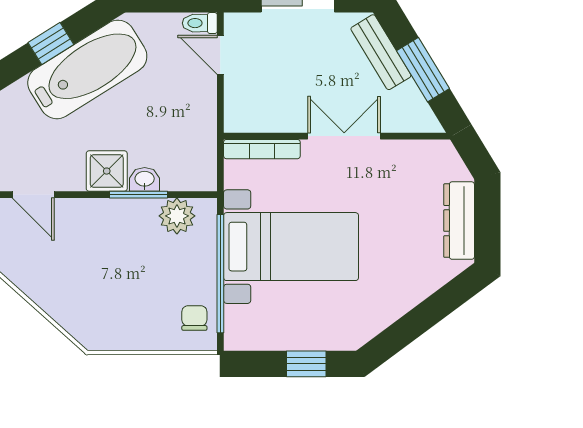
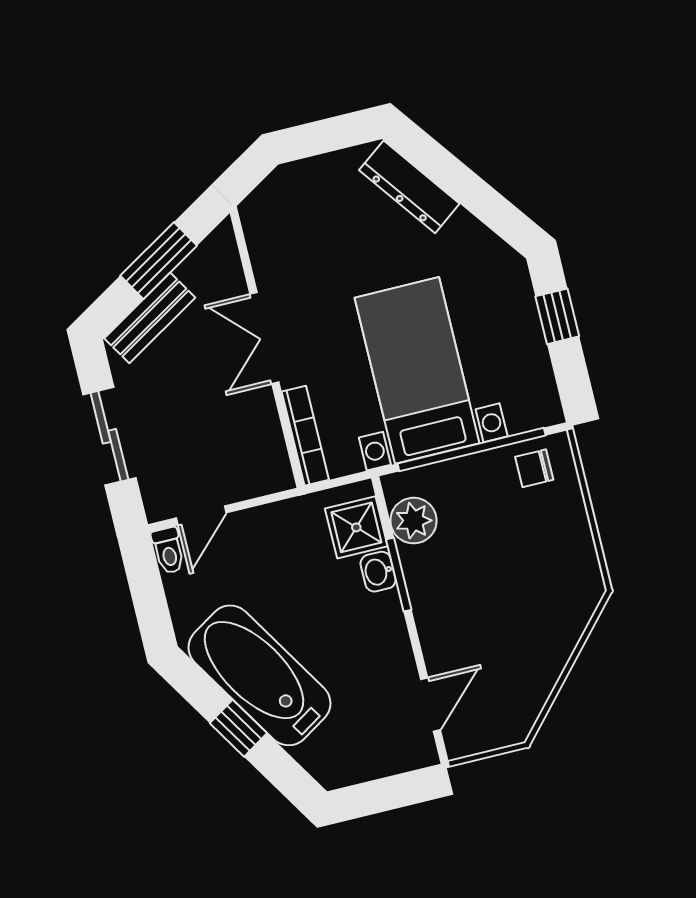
shower: (107, 171) -> (356, 527), moved
dresser: (459, 221) -> (409, 187), moved, turned 53

